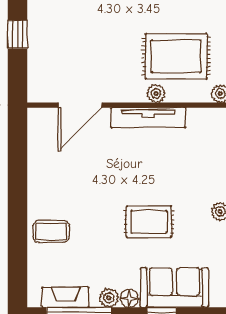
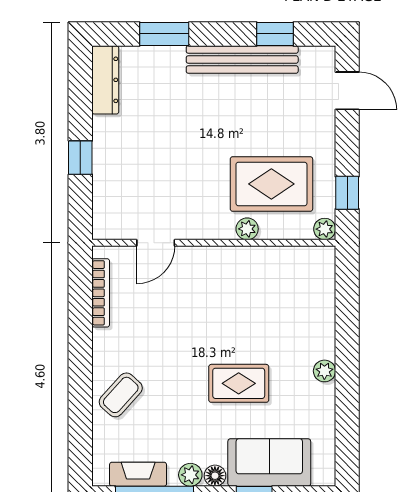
door: (80, 105) -> (156, 243), width x0.73
tv unit: (148, 118) -> (238, 258), removed
bookcase: (34, 147) -> (101, 293), added
coffee table: (51, 231) -> (121, 395), turned -48

